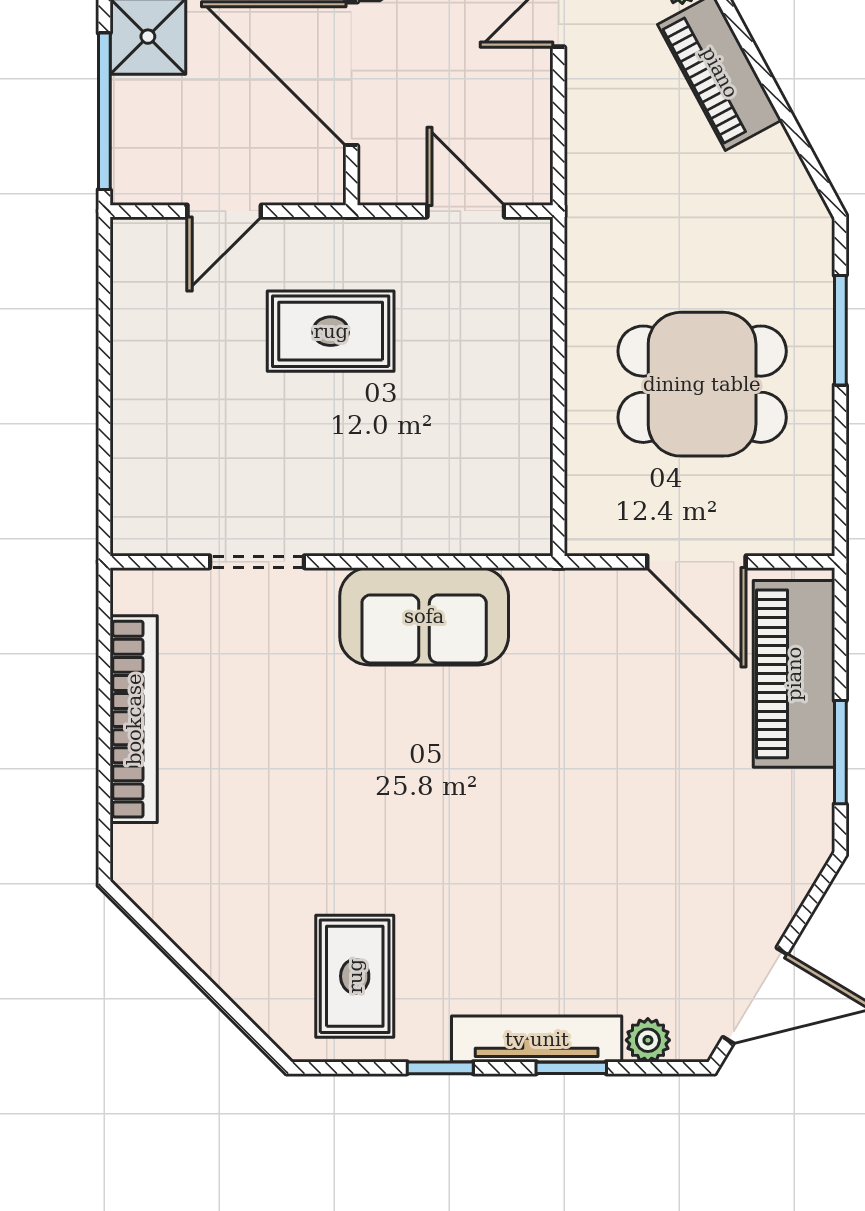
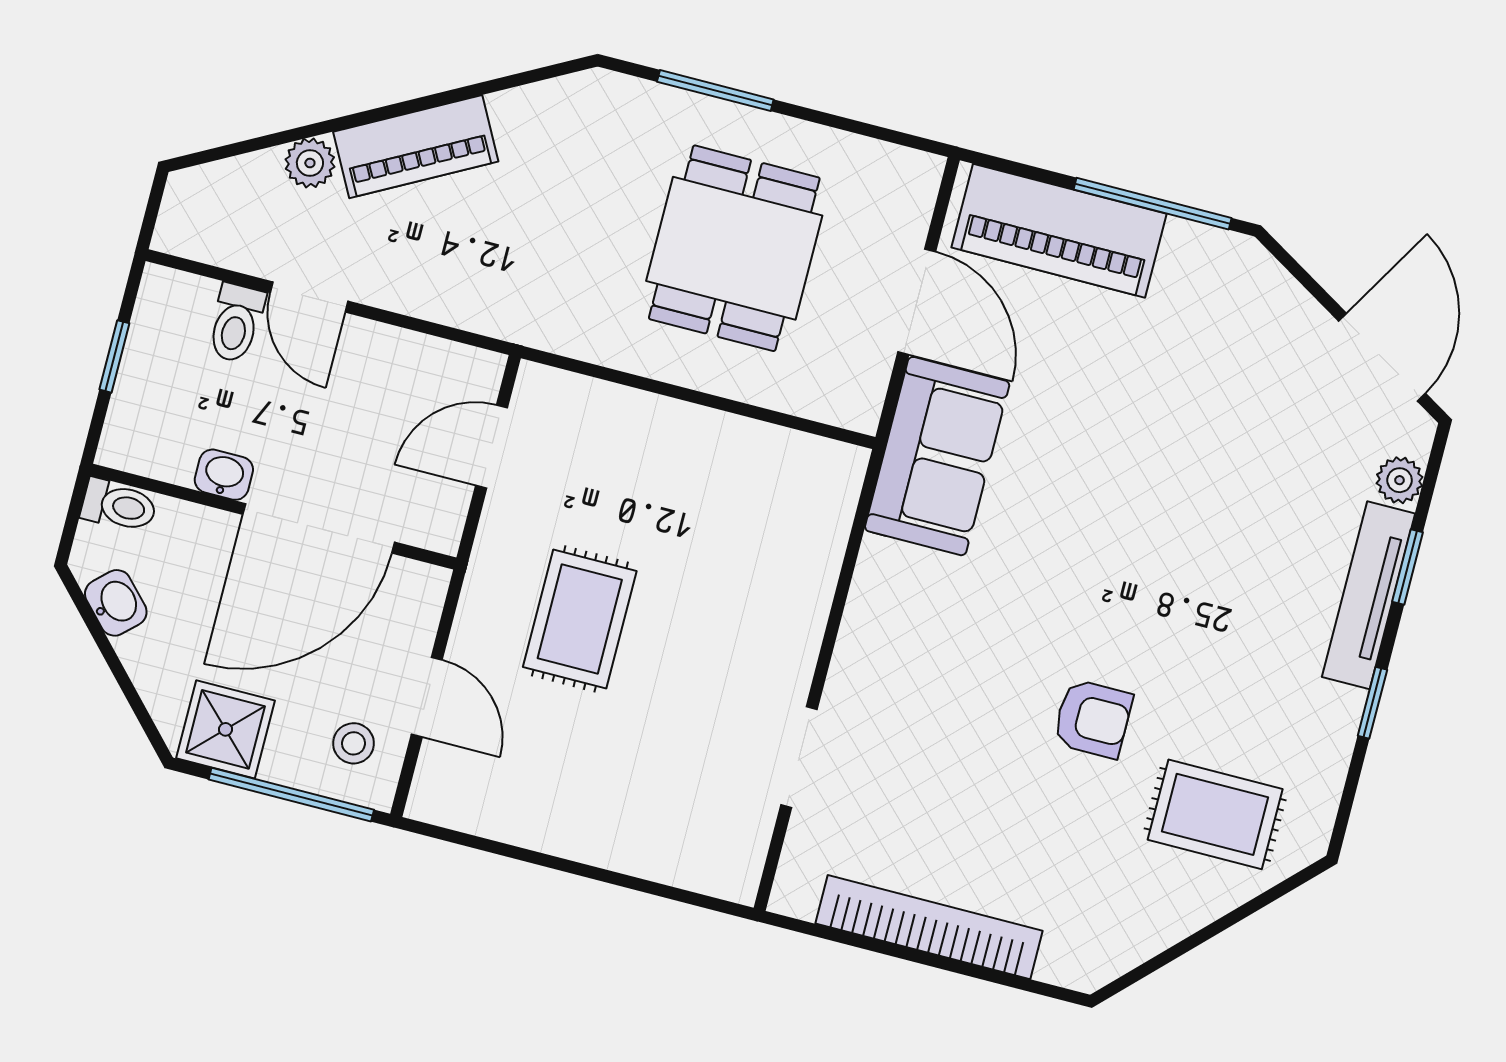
stool: (165, 156) -> (354, 743), added
door: (696, 562) -> (917, 302), hinge flipped
sofa: (424, 616) -> (937, 456), moved
window: (840, 752) -> (1153, 204), width x1.44
armchair: (360, 819) -> (1093, 719), added
rug: (355, 976) -> (1215, 814), moved

